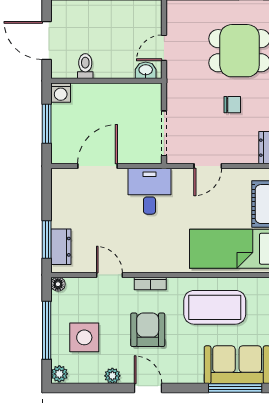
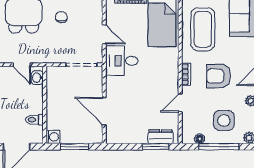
desk: (150, 191) -> (122, 61), moved
floor lamp: (58, 284) -> (200, 139), moved

